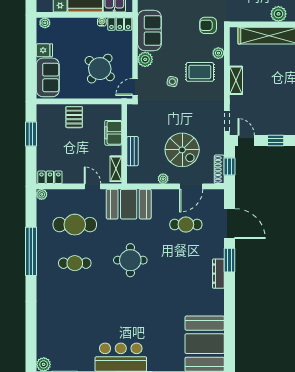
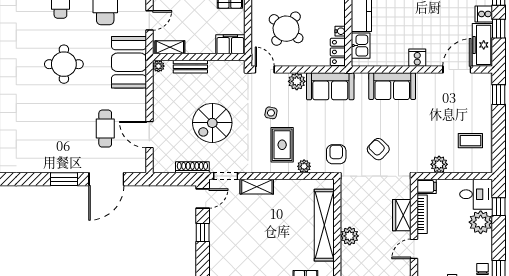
shelving: (236, 80) -> (257, 187), moved
filing cabinet: (113, 133) -> (230, 44), moved
spiral stairs: (182, 150) -> (212, 123), moved
window: (230, 167) -> (172, 179), removed
shoe rack: (219, 169) -> (192, 167), moved
plant: (163, 179) -> (158, 66), moved
dresser: (218, 274) -> (48, 166), removed

